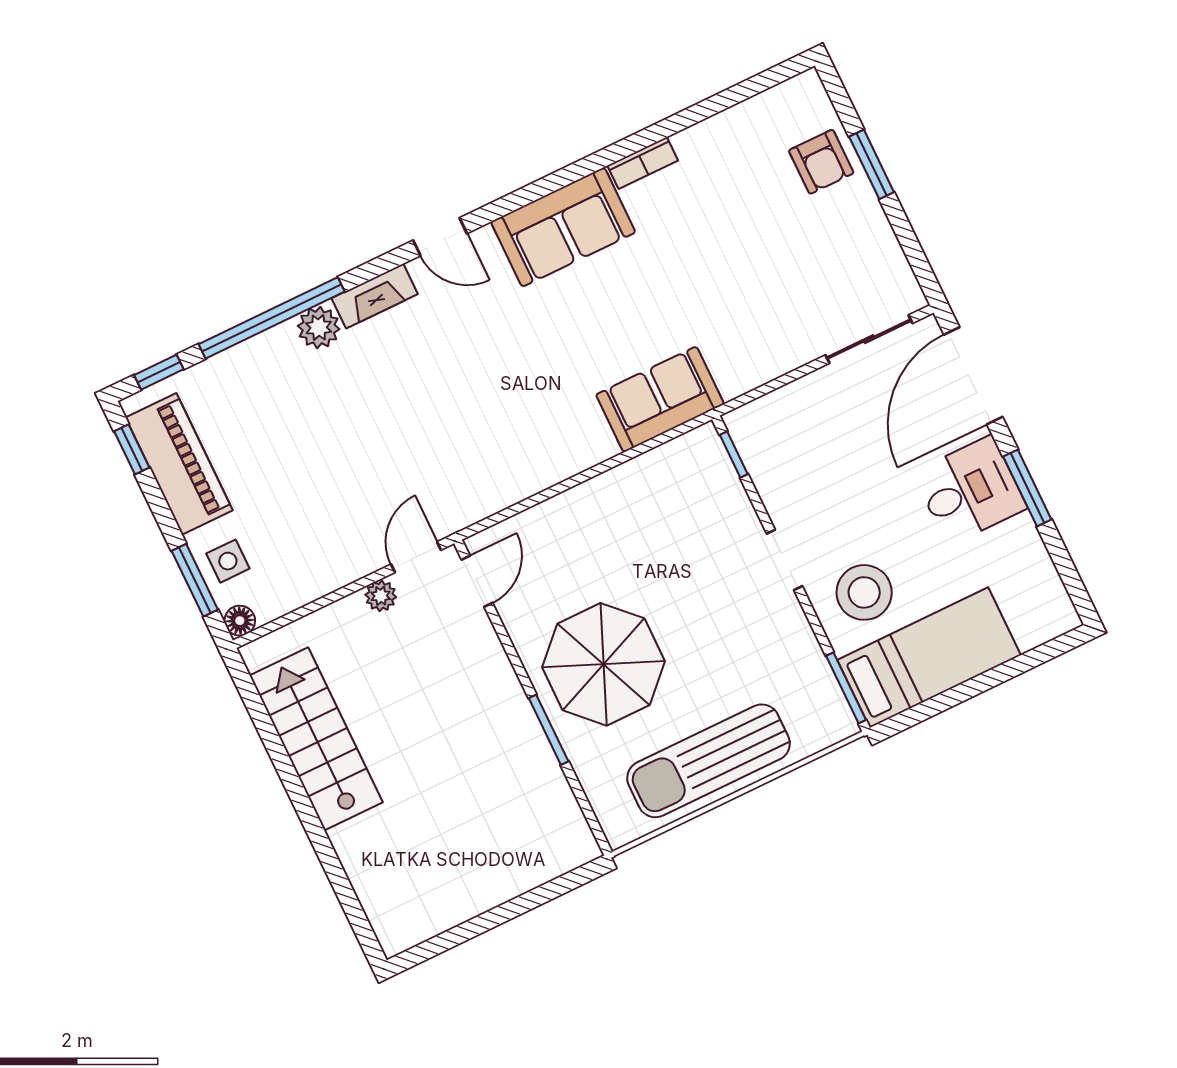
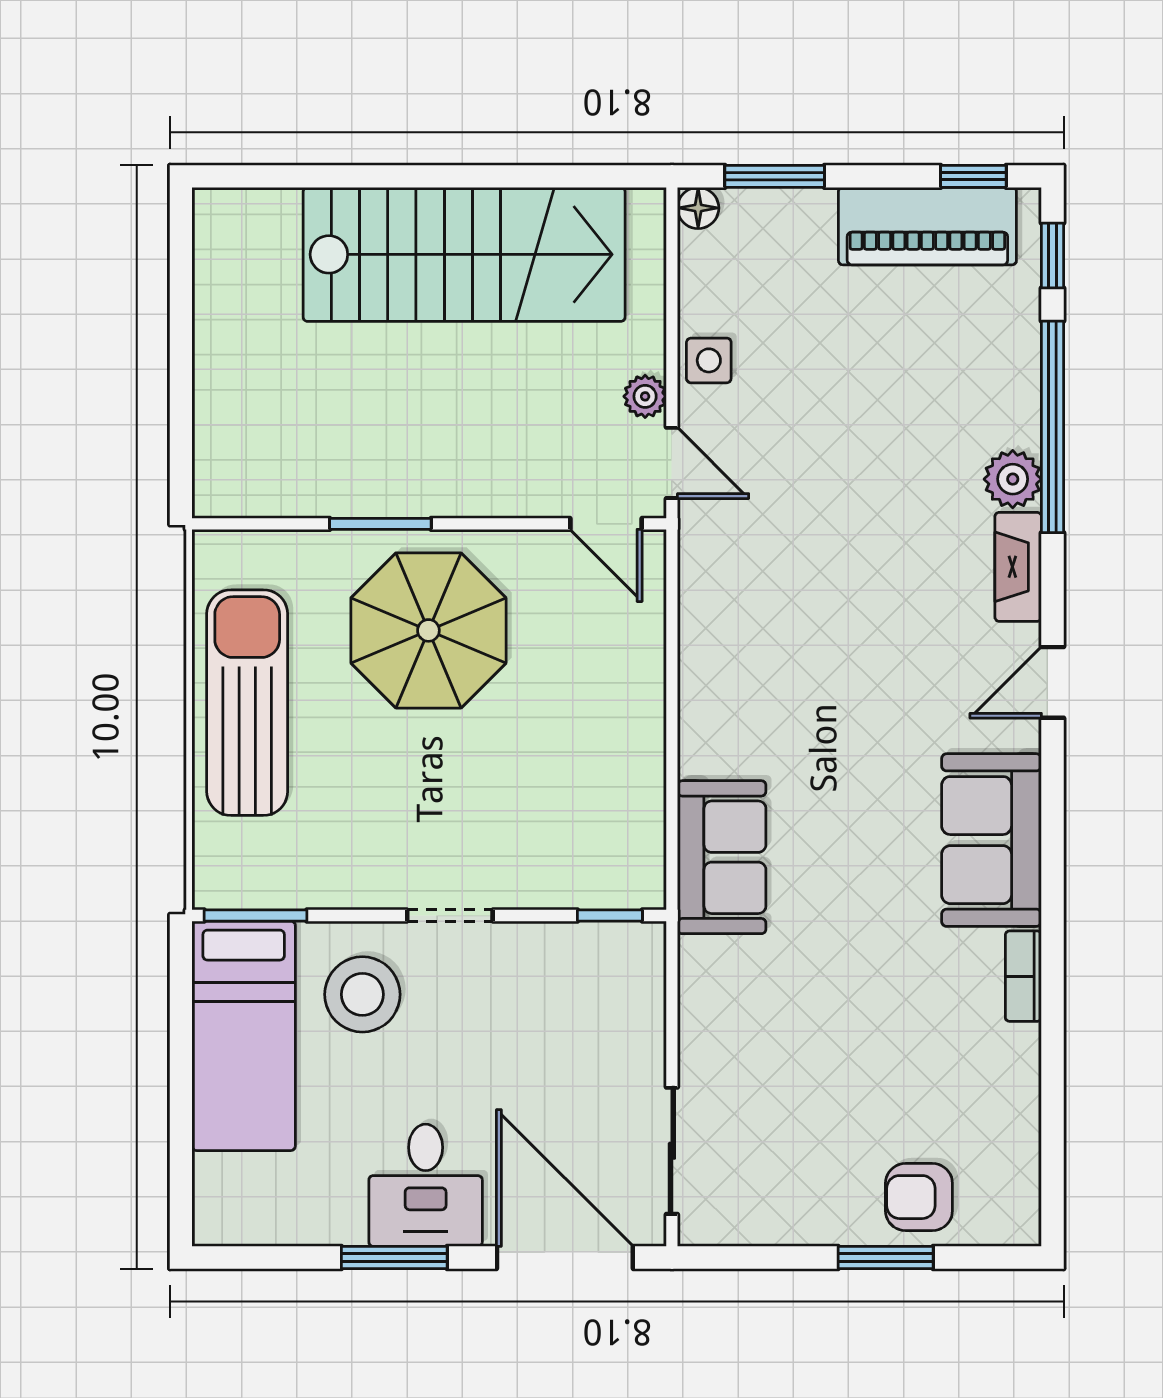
side table: (228, 561) -> (709, 360), moved
stairs: (316, 739) -> (464, 254), width x1.36, depth x1.51

